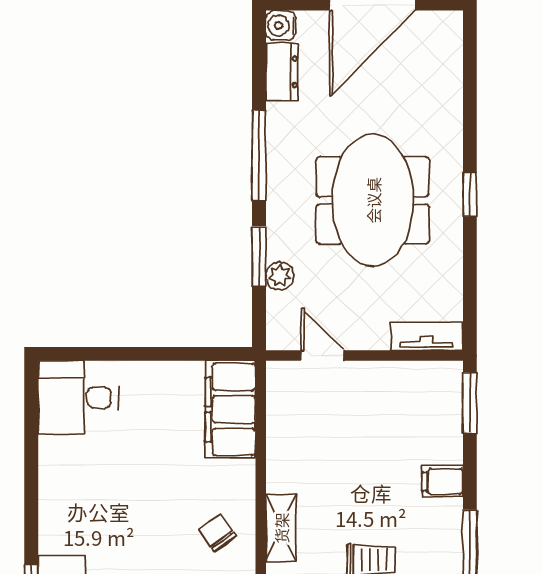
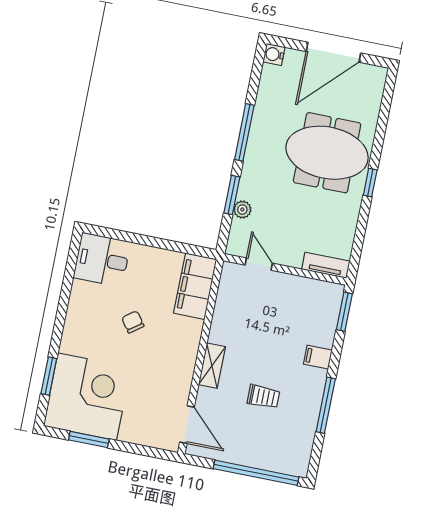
dresser: (282, 72) -> (269, 83), removed
meeting table: (373, 200) -> (327, 153), moved, turned 90
chair: (217, 533) -> (133, 322), moved

